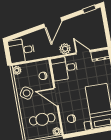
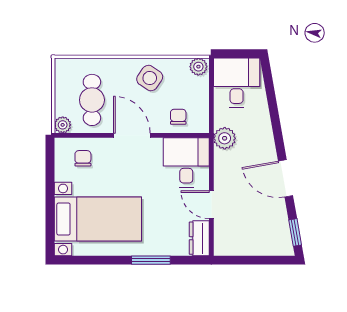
door: (53, 22) -> (286, 178), moved
plant: (65, 49) -> (225, 138), moved
door: (83, 52) -> (211, 205), swing flipped
door: (56, 97) -> (132, 135), hinge flipped

